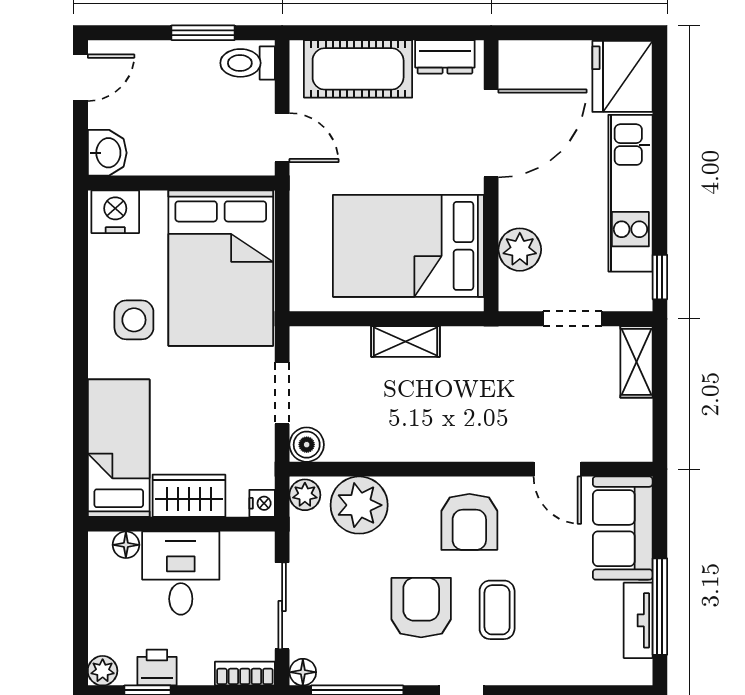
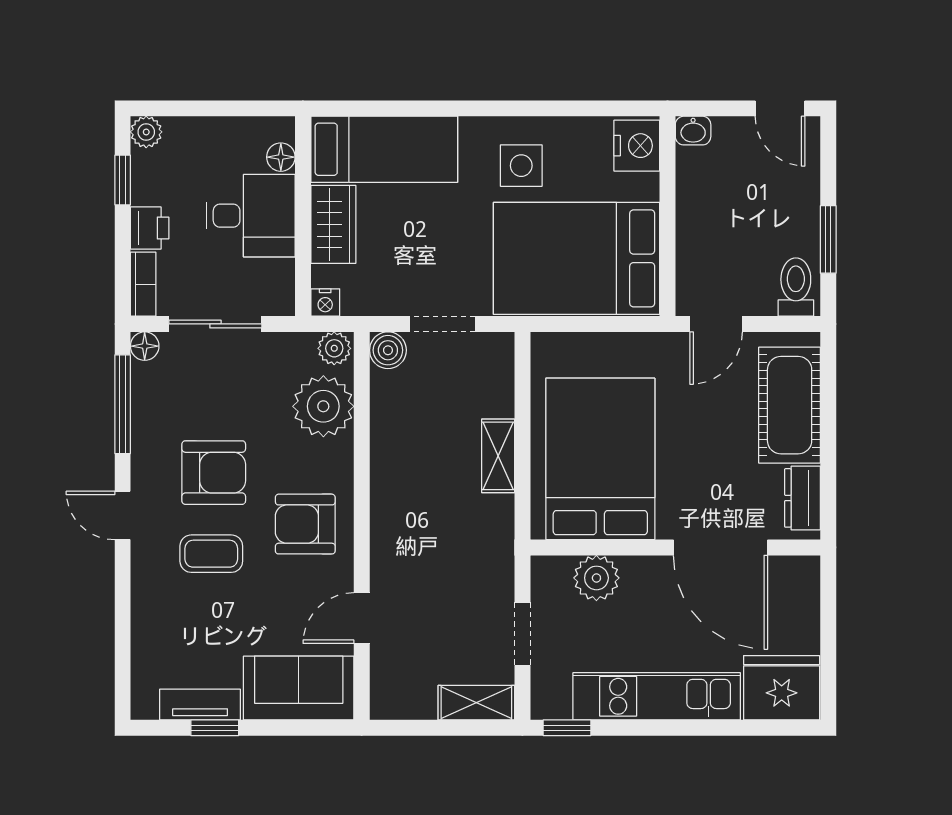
washbasin: (107, 153) -> (693, 131), width x0.72, depth x0.69
window: (660, 607) -> (215, 728), width x0.46
printer: (157, 668) -> (150, 228), moved

